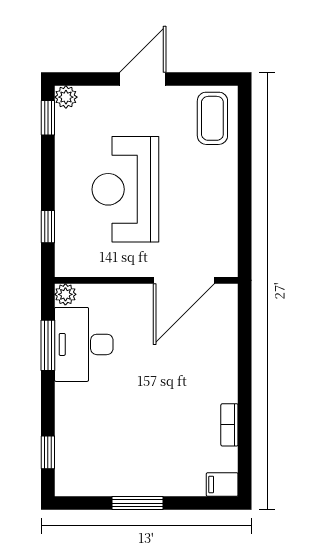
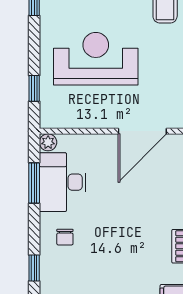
reception desk: (125, 189) -> (96, 59), turned 90
chair: (87, 413) -> (65, 237), added

